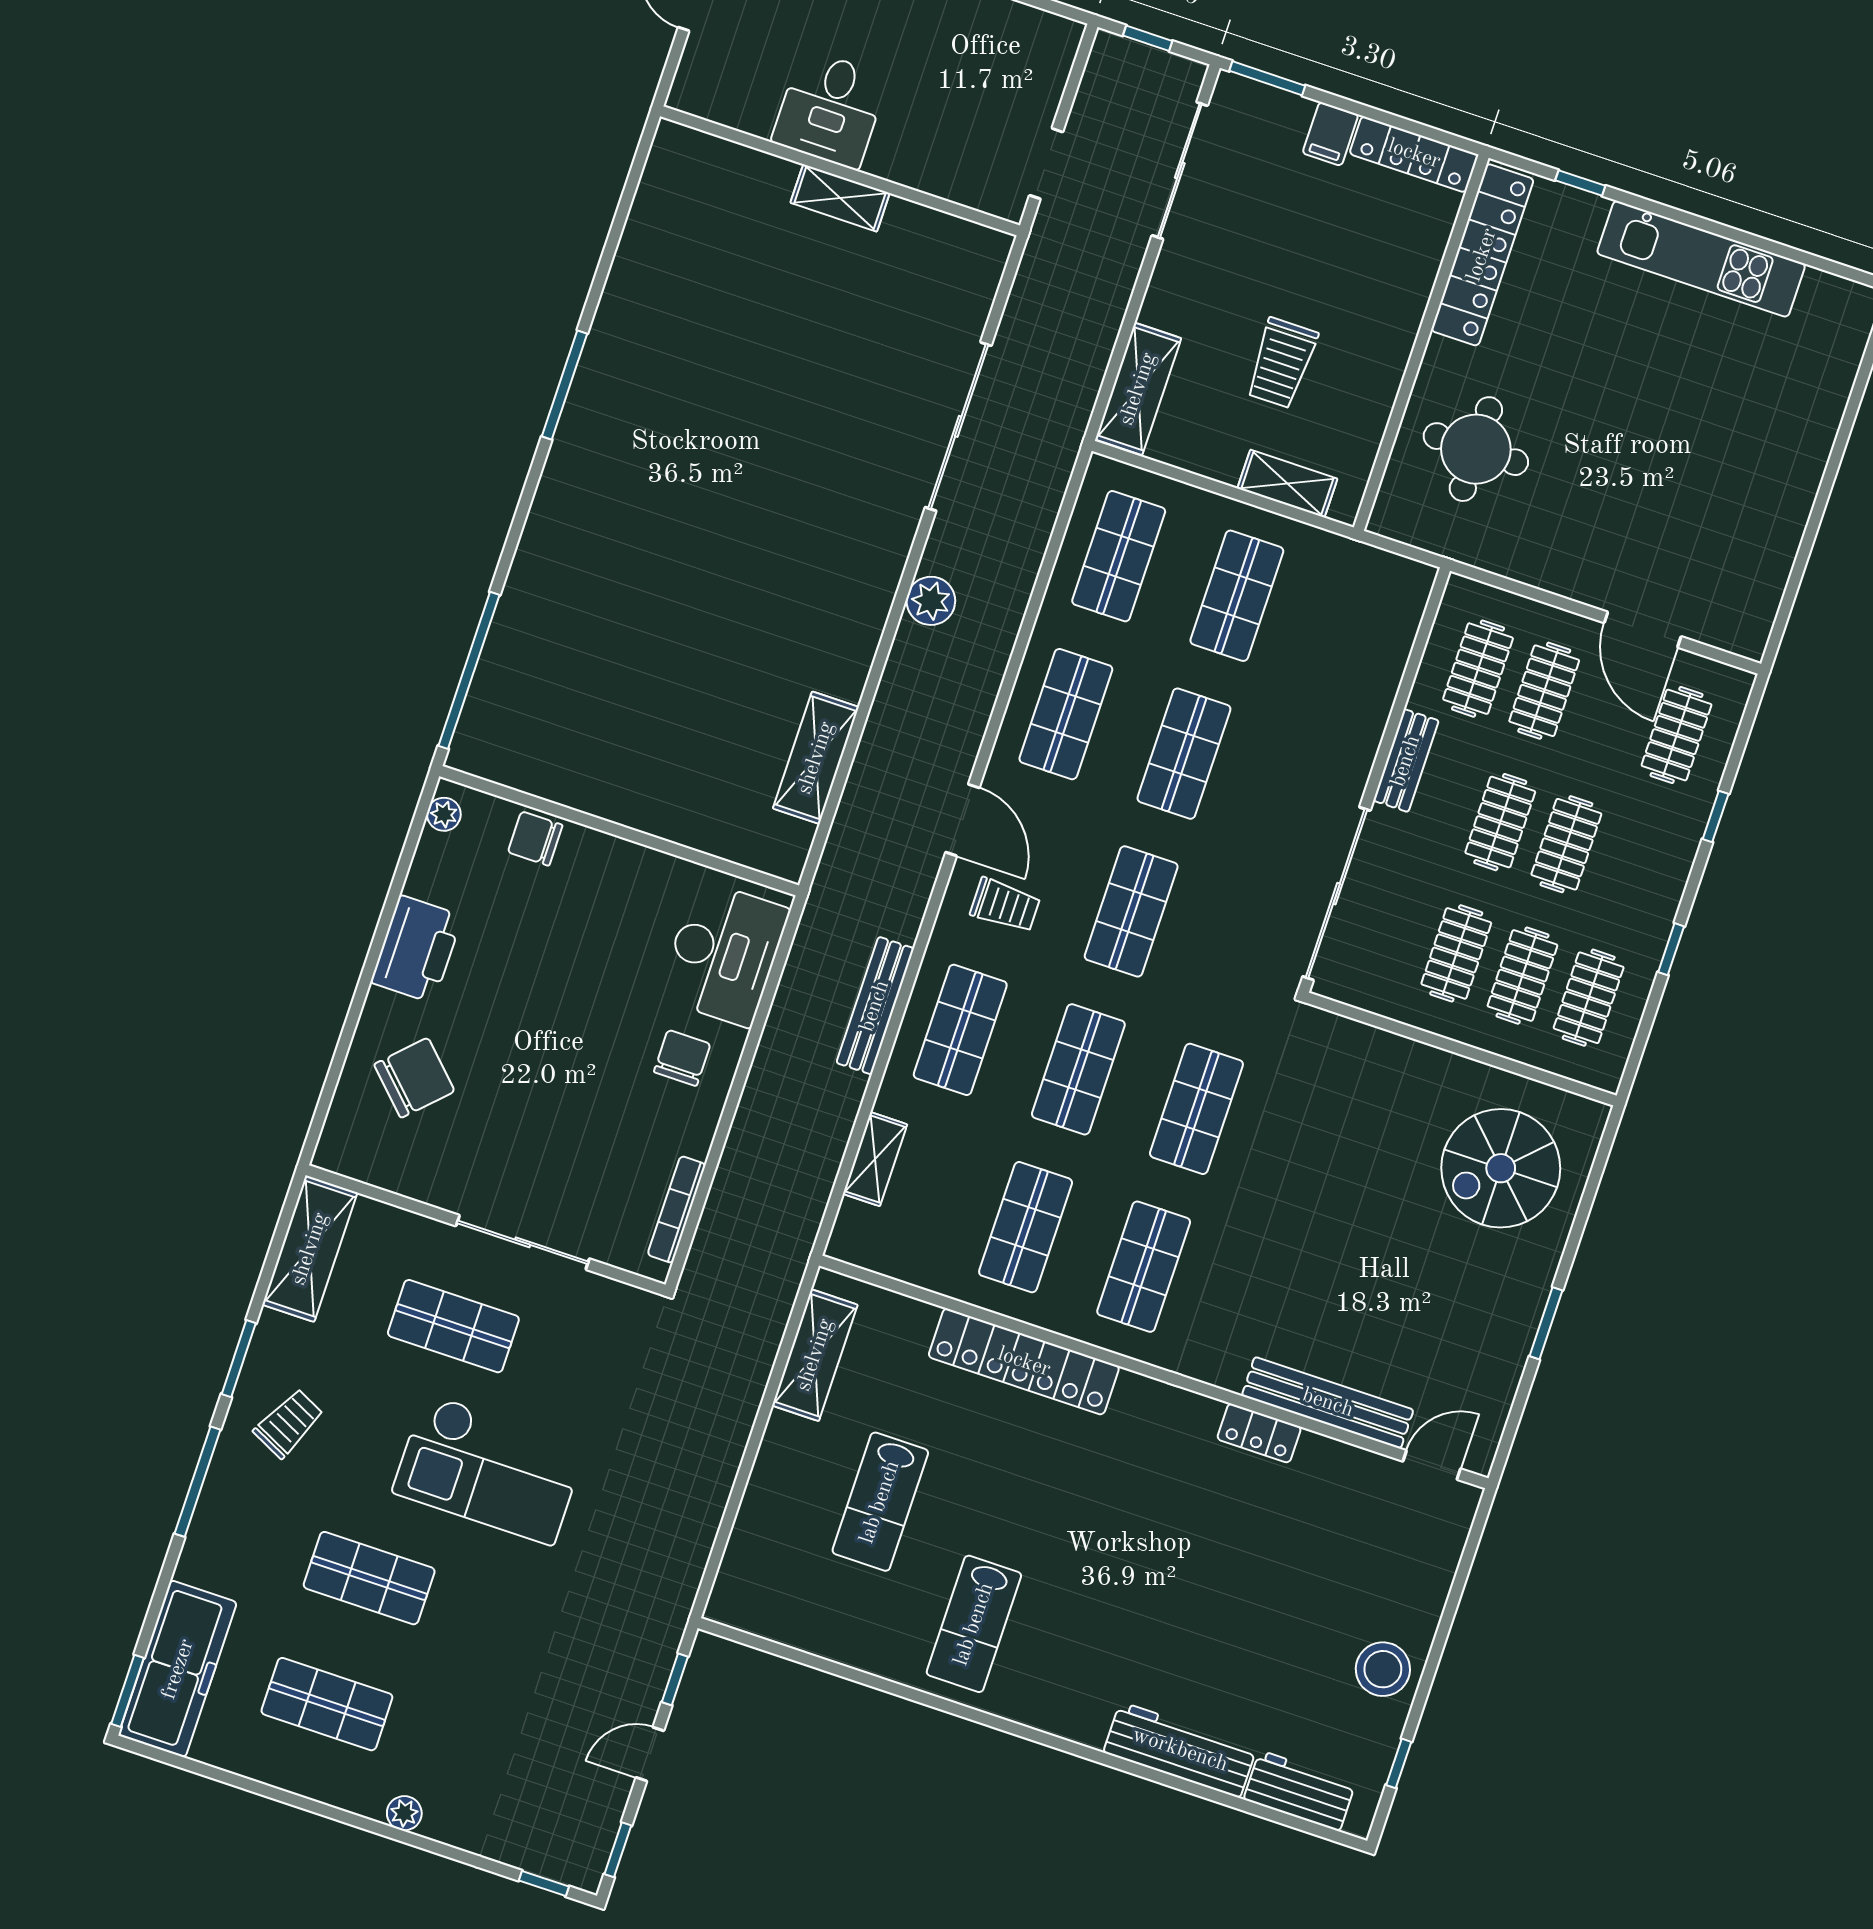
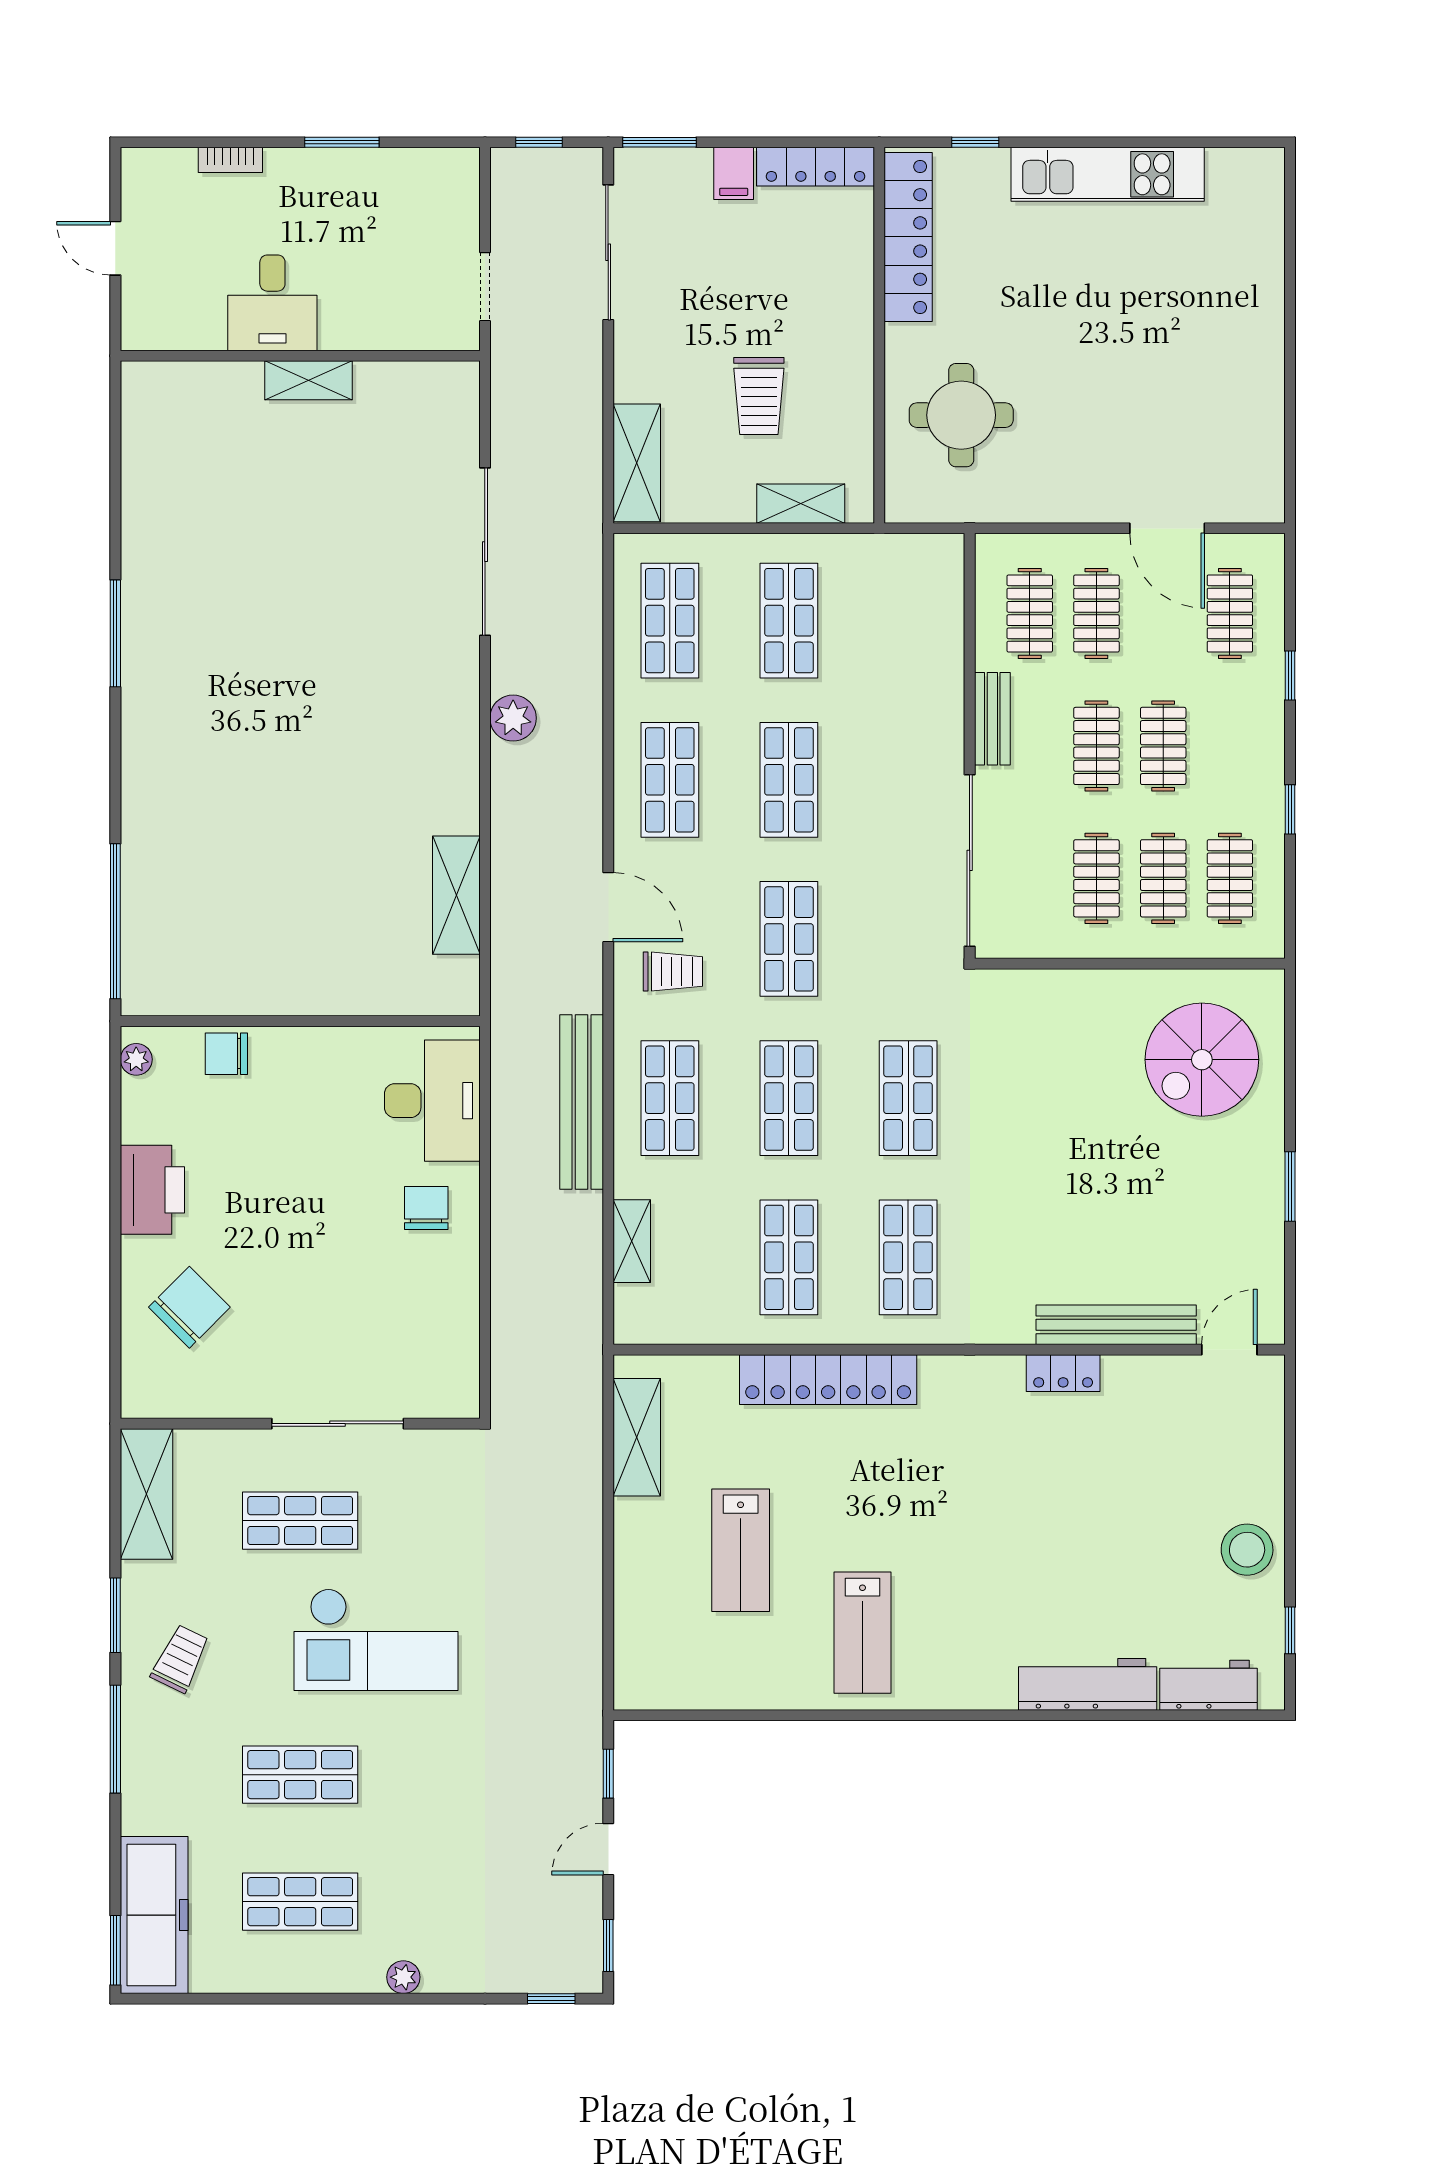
bench: (875, 1006) -> (582, 1102), width x1.37, depth x1.21
bookcase: (677, 1210) -> (467, 1347), removed

